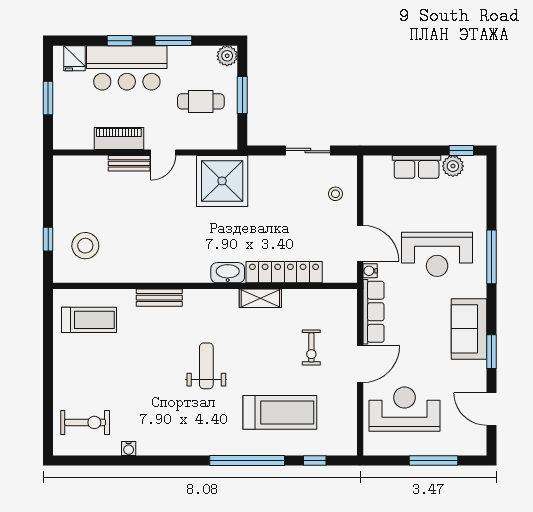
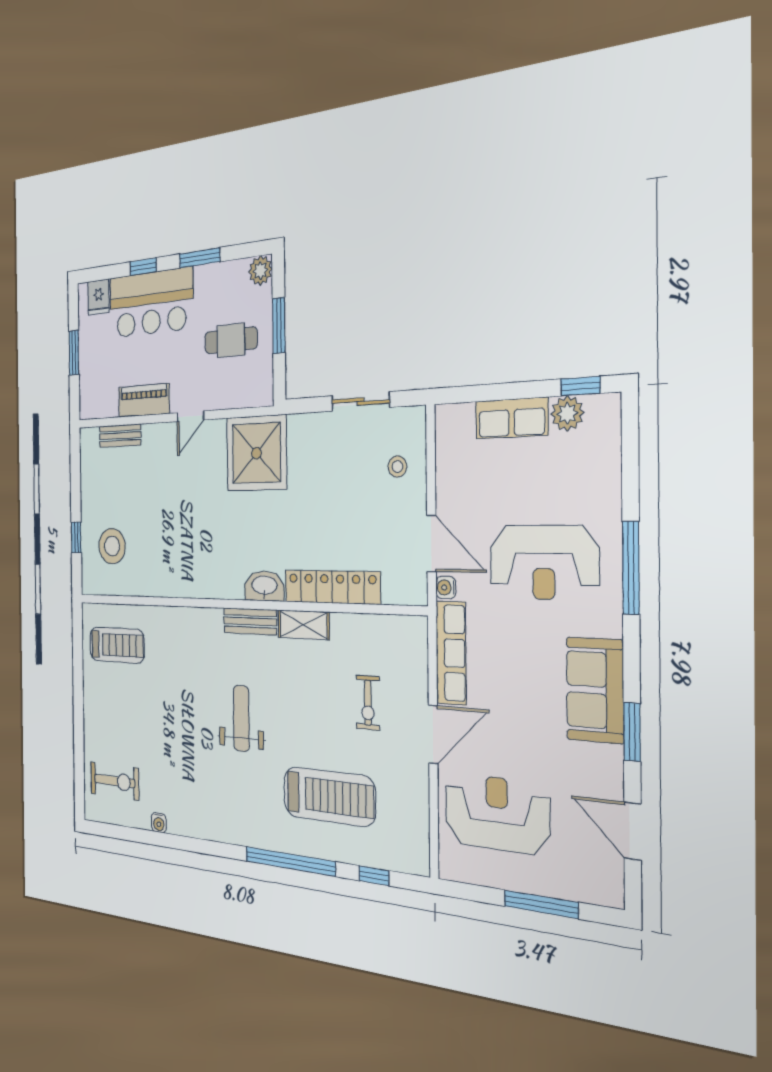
bench: (129, 163) -> (120, 436), moved
bench: (159, 298) -> (250, 621), moved

